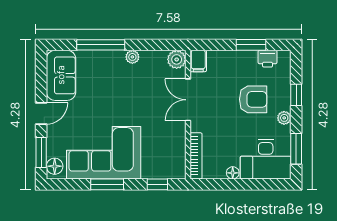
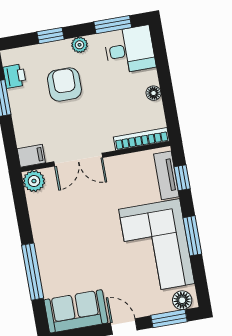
plant: (132, 57) -> (40, 233), removed
desk: (266, 159) -> (130, 50), width x0.73
tv unit: (162, 171) -> (166, 175), added

